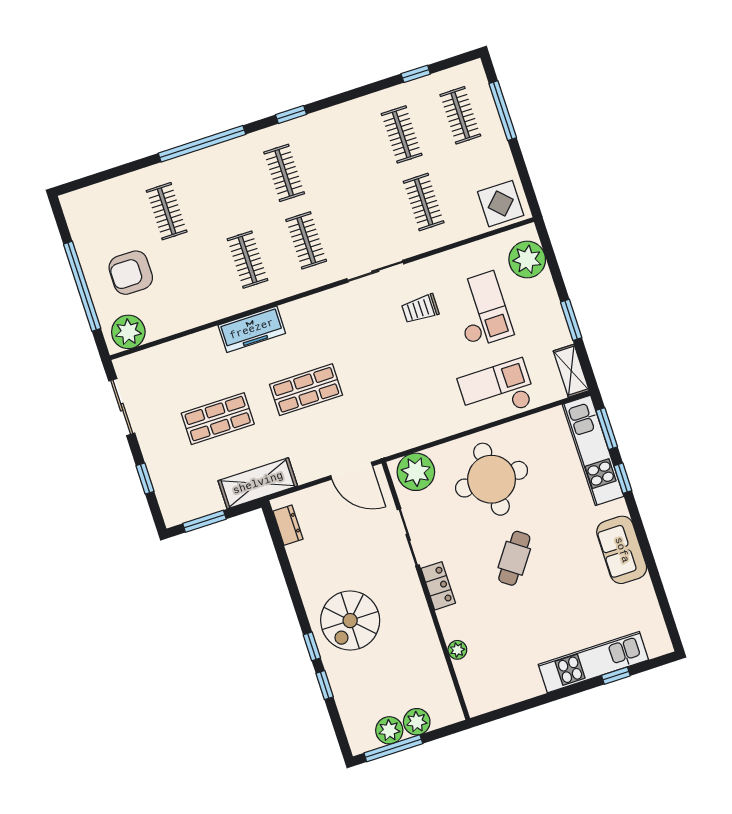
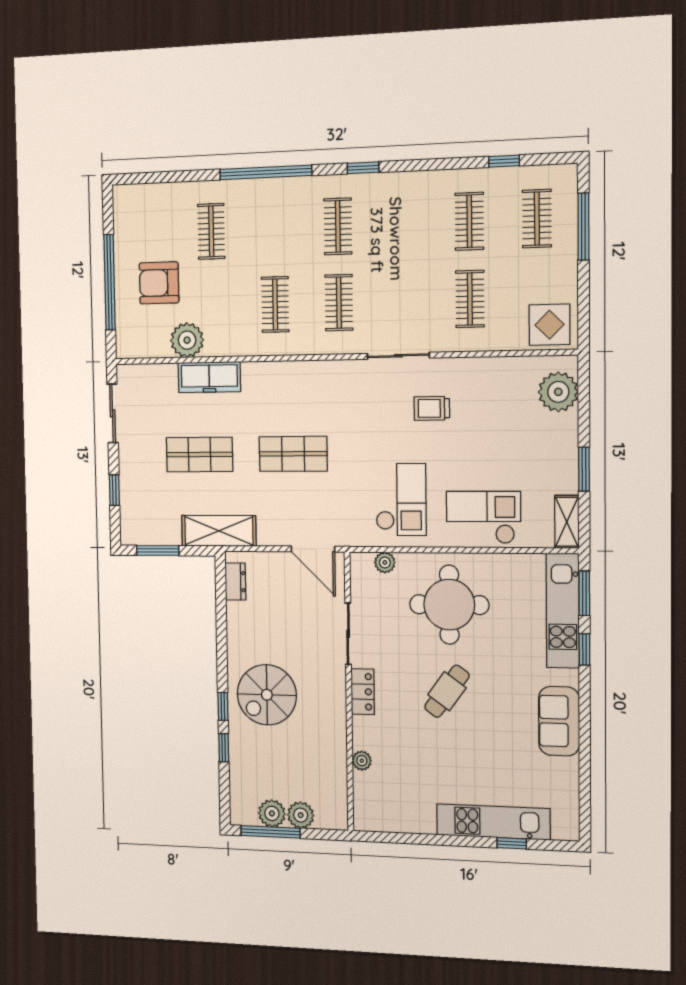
checkout: (482, 310) -> (401, 500), moved
freezer: (252, 329) -> (209, 377), moved
plant: (128, 332) -> (187, 340), moved
plant: (416, 472) -> (385, 563), width x0.53, depth x0.53

